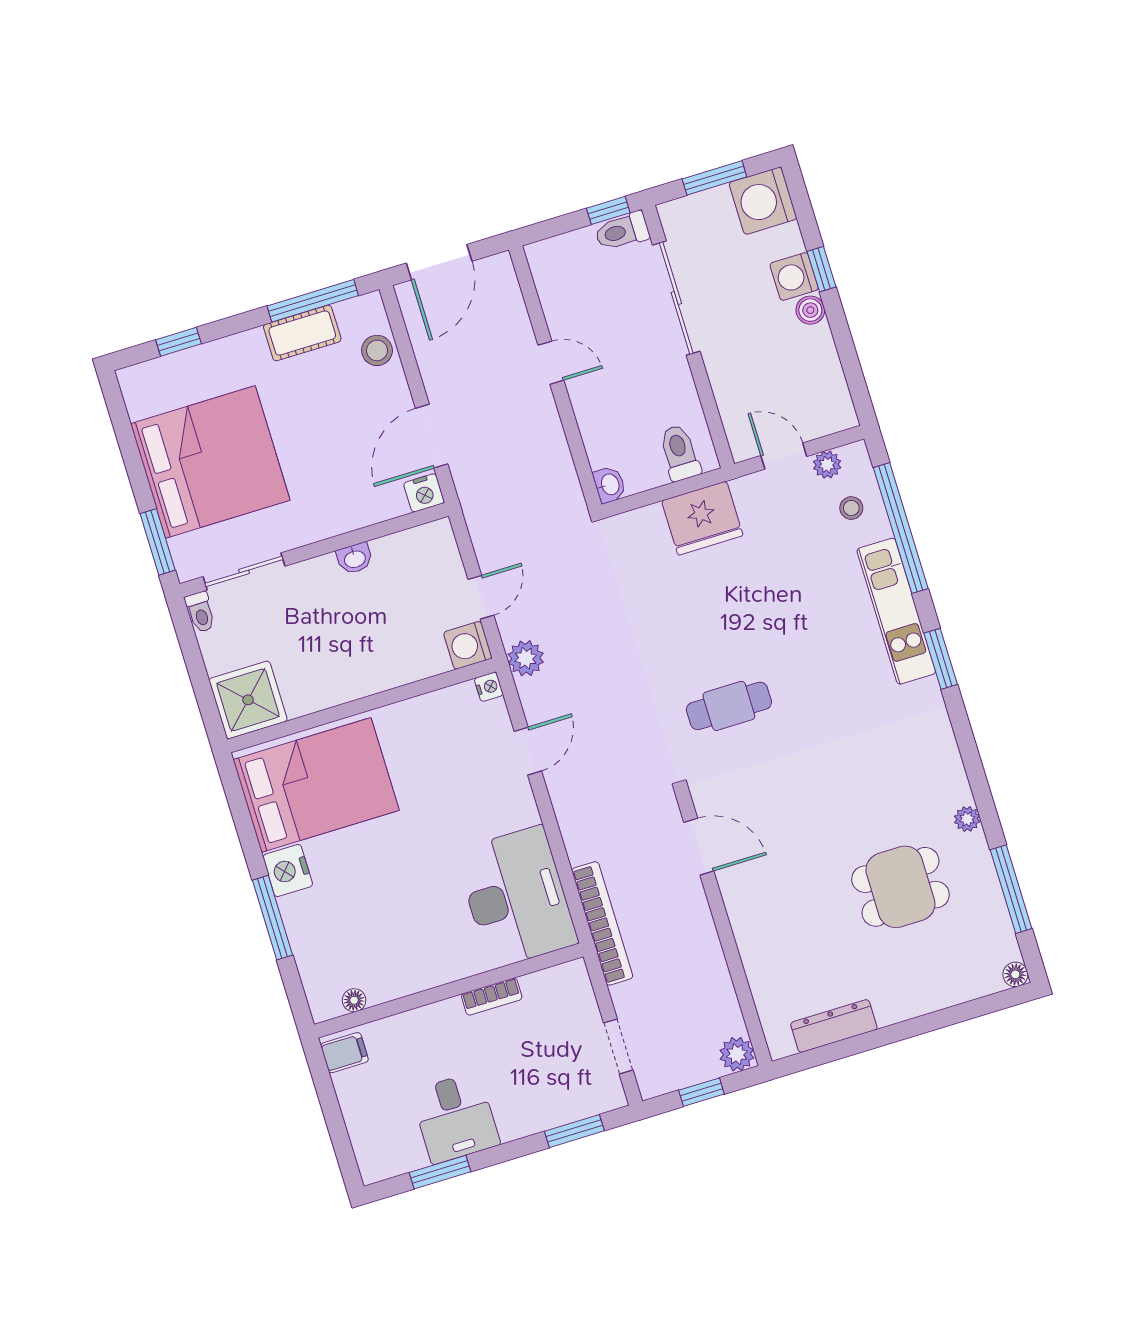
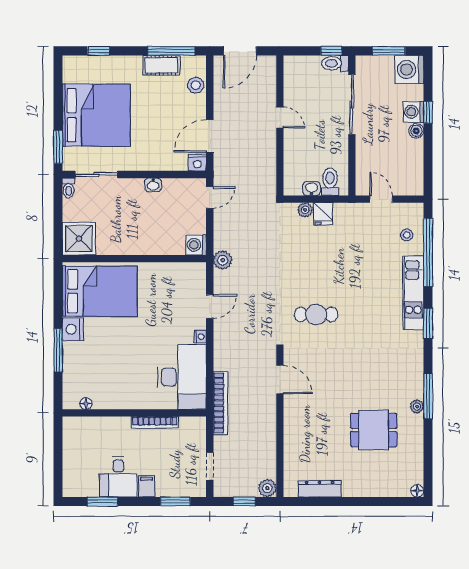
plant: (827, 465) -> (305, 210), moved
washbasin: (609, 485) -> (311, 188), moved, turned -90
fridge: (702, 518) -> (323, 214), width x0.53, depth x0.75
door: (481, 597) -> (210, 198), moved
nightstand: (489, 687) -> (200, 337), moved
window: (1011, 889) -> (428, 396), moved
bookcase: (492, 997) -> (155, 422), width x1.56
filing cabinet: (344, 1053) -> (147, 486), moved, turned -90

